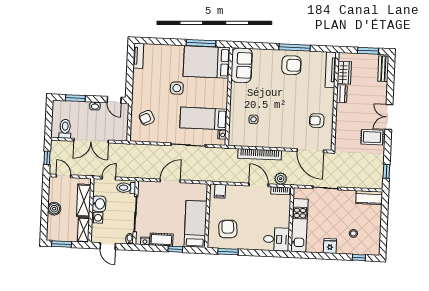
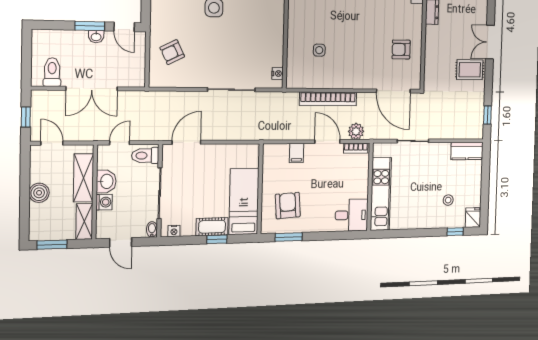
window: (75, 98) -> (90, 26), moved
bed: (204, 118) -> (252, 51), removed
door: (170, 181) -> (186, 142), moved
filing cabinet: (220, 191) -> (297, 153), moved
cot: (161, 240) -> (212, 227), moved
fridge: (330, 246) -> (473, 218), moved

